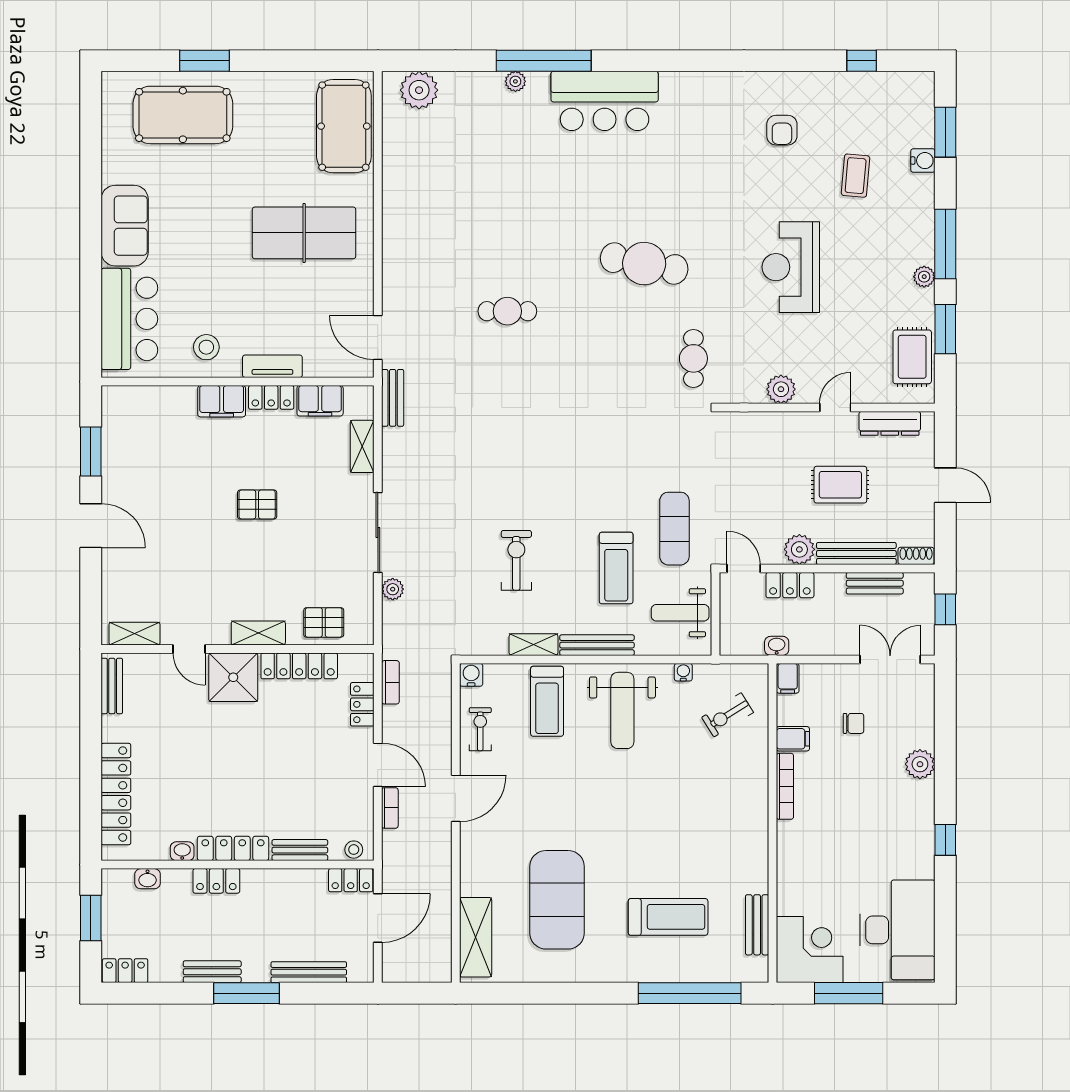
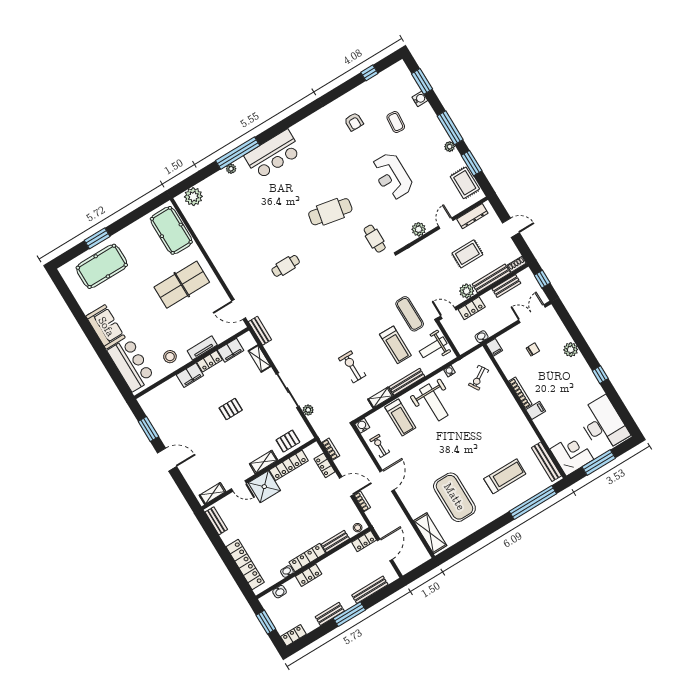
filing cabinet: (793, 739) -> (536, 410), moved
bench: (757, 925) -> (546, 462), width x1.36

